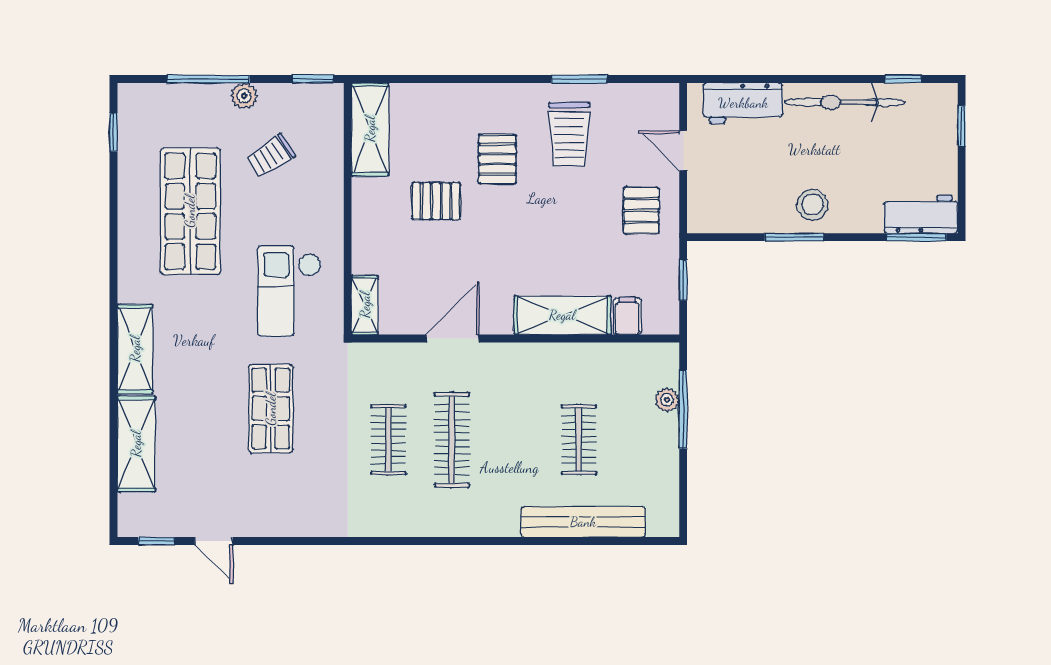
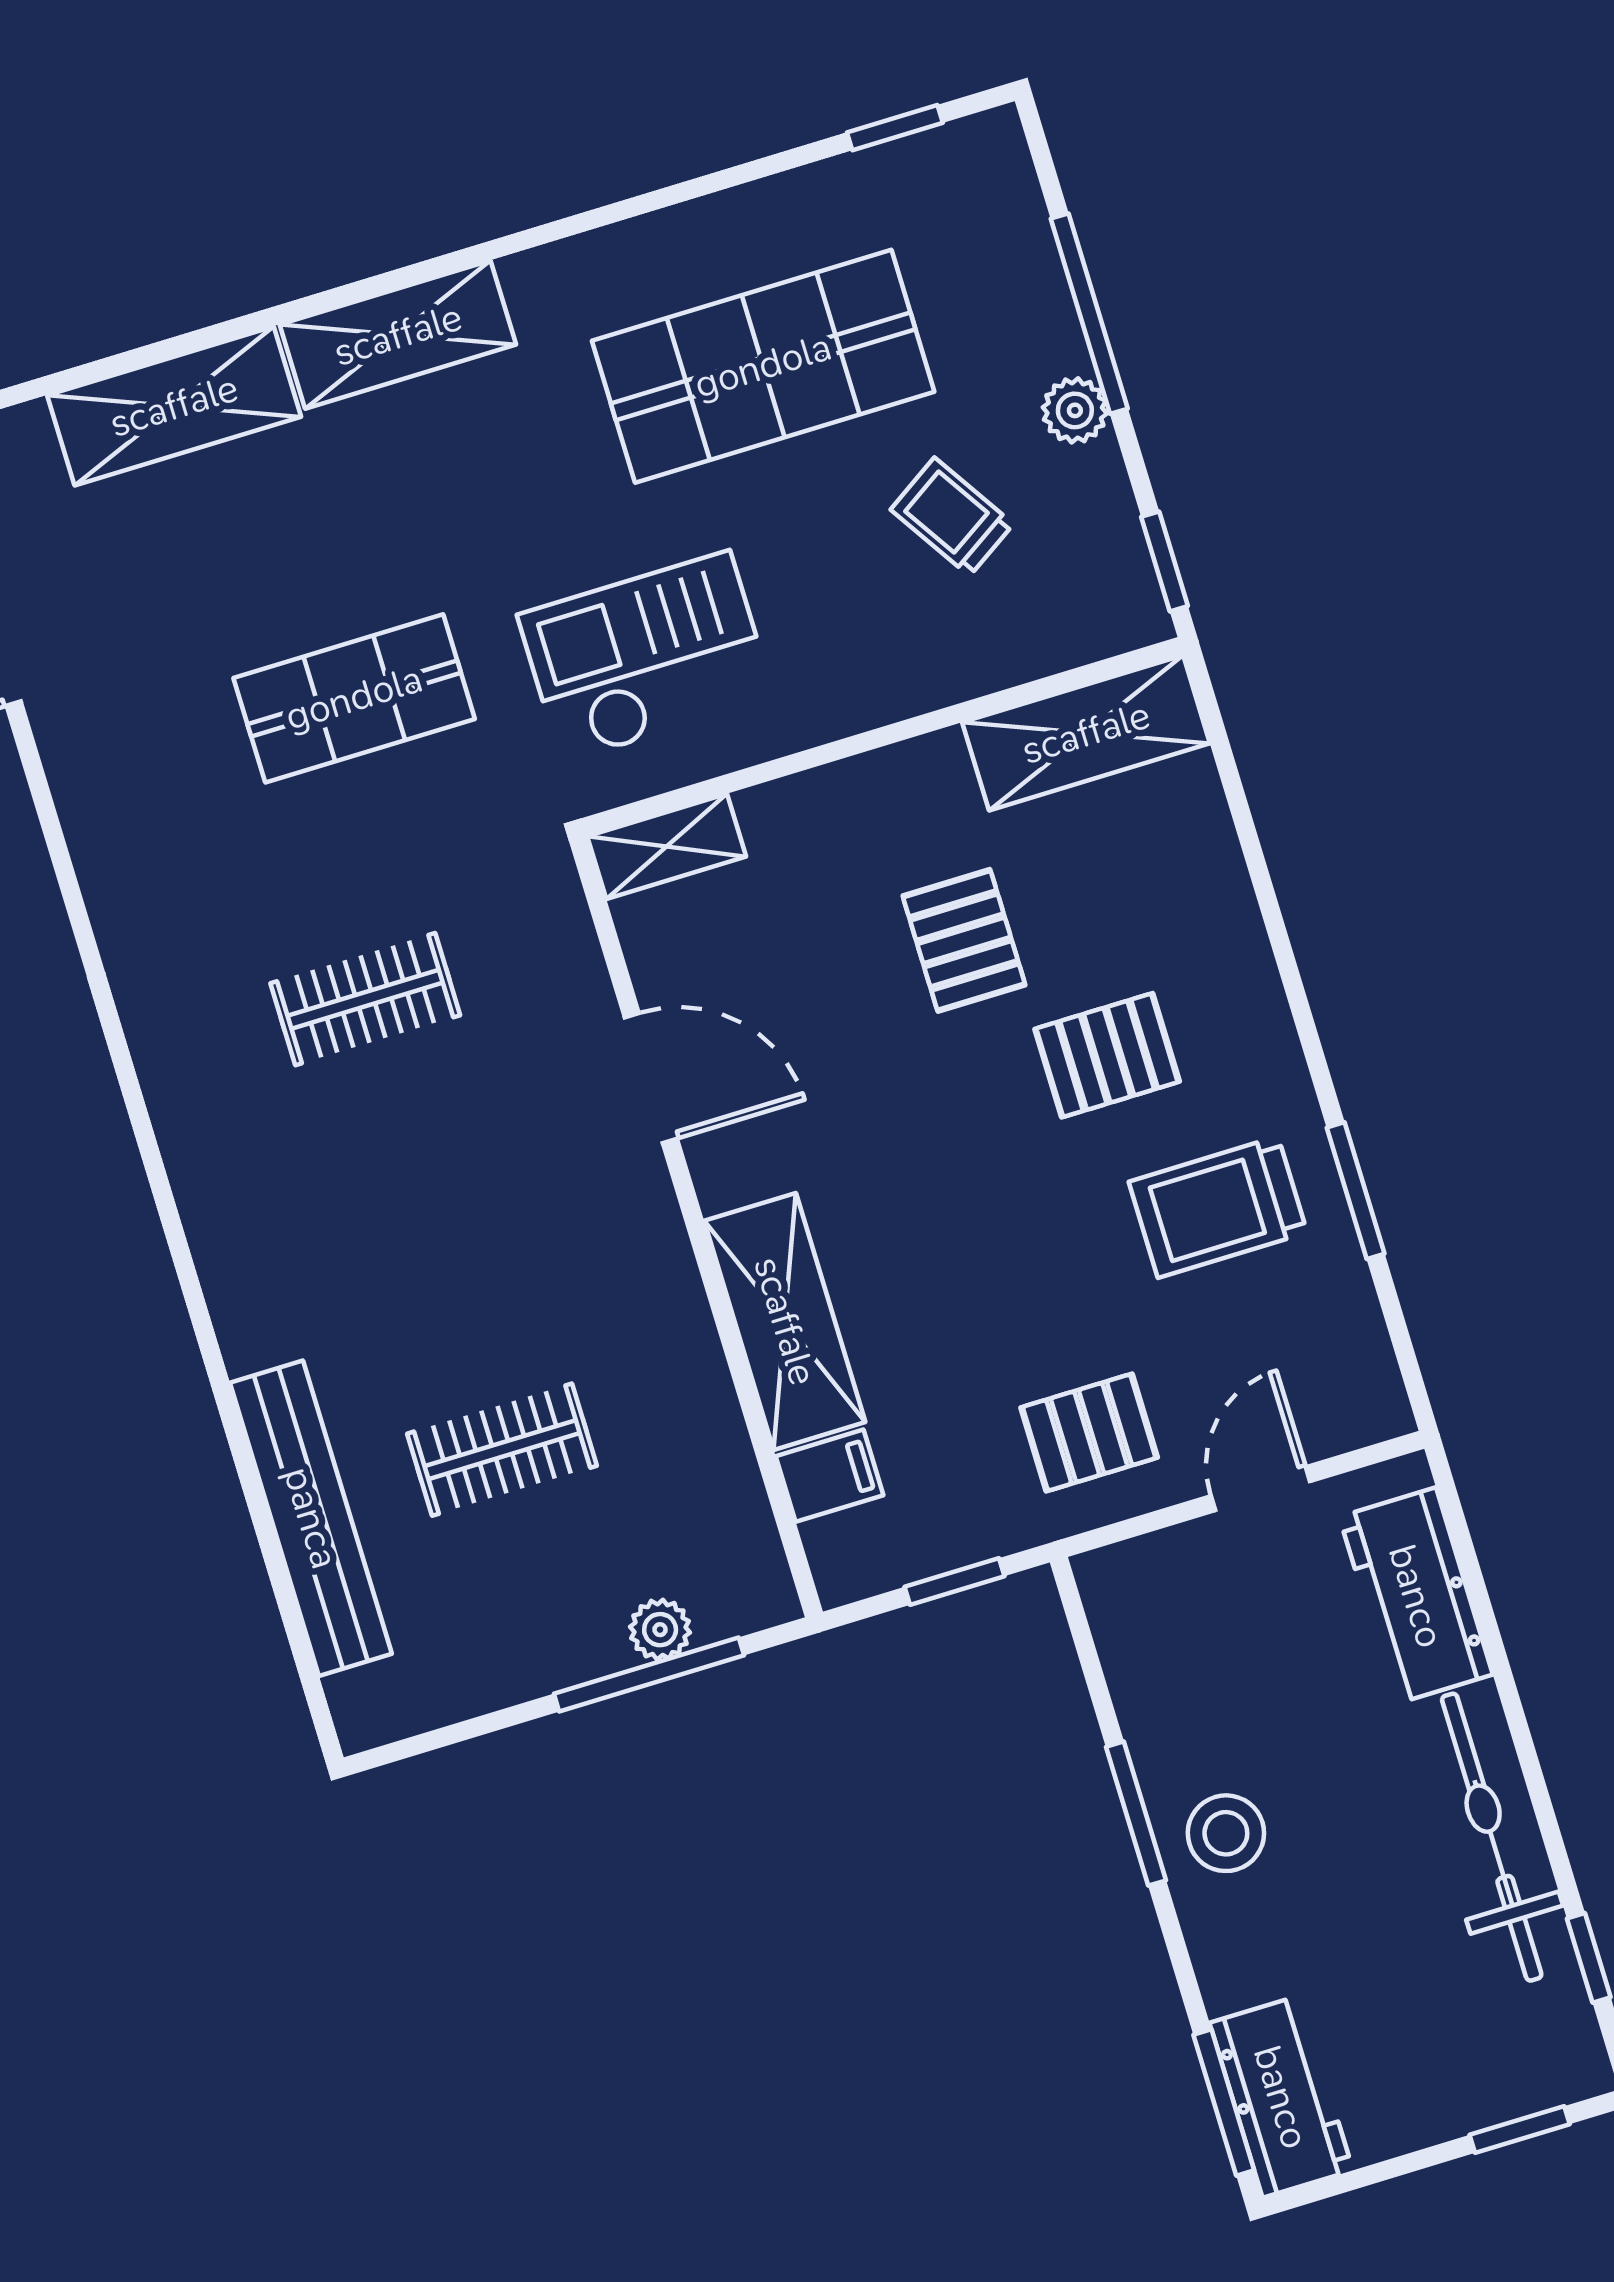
clothes rail: (452, 440) -> (411, 1149), removed

